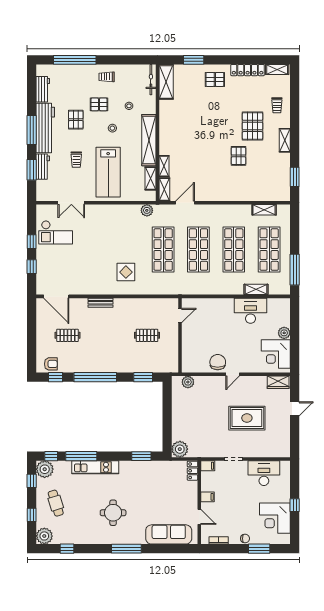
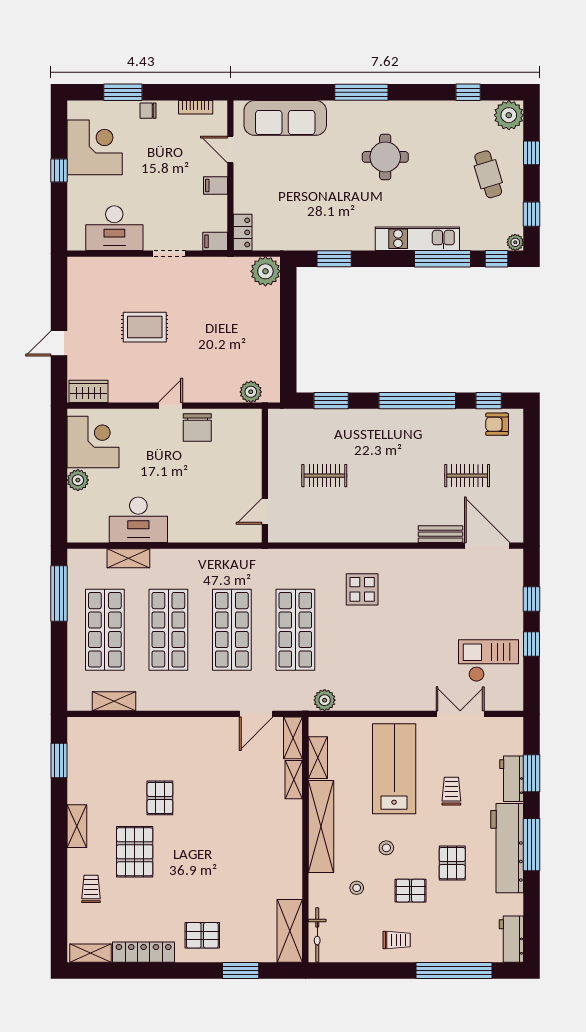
workbench: (43, 89) -> (511, 939), moved
bench: (101, 303) -> (440, 534), moved
rug: (247, 418) -> (145, 327), width x0.73, depth x0.70
plant: (45, 469) -> (515, 242), width x0.53, depth x0.53

